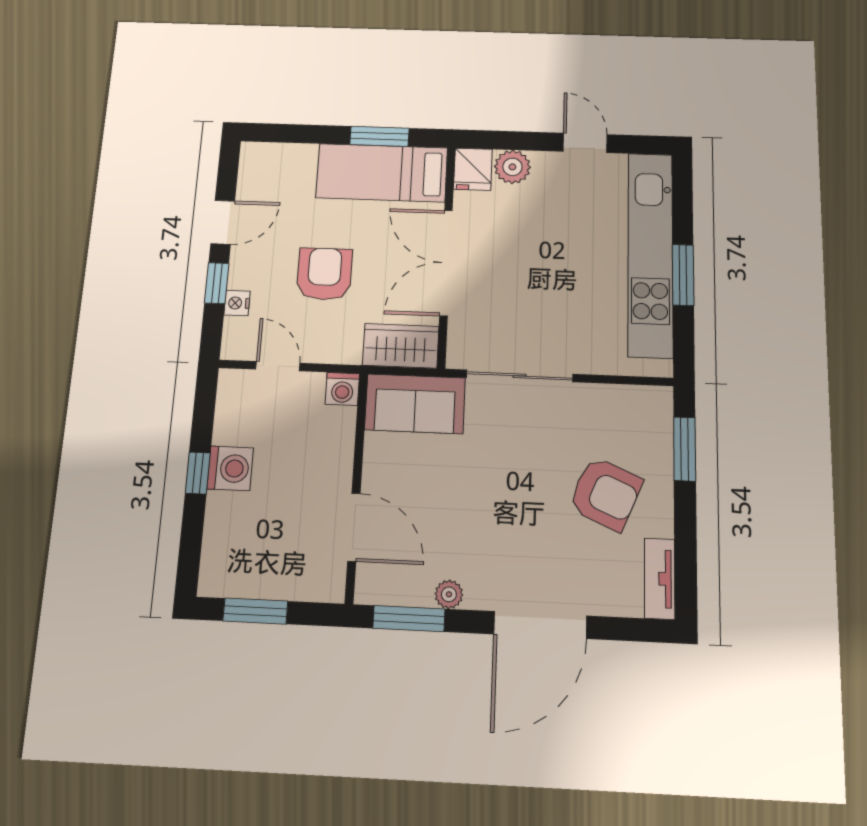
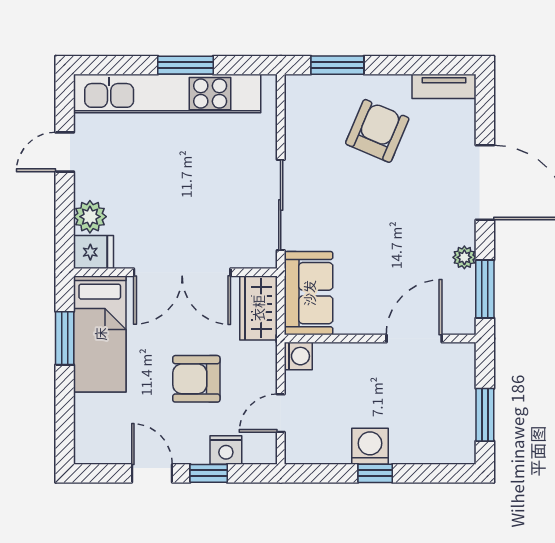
nightstand: (237, 303) -> (226, 450), width x1.39, depth x1.35

